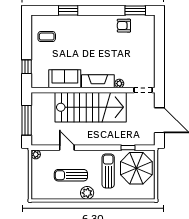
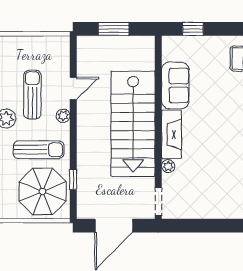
window: (27, 120) -> (114, 29), width x0.69
plant: (36, 154) -> (63, 116), moved

